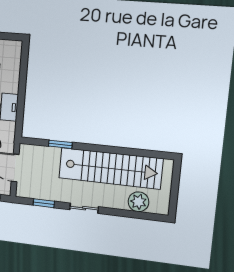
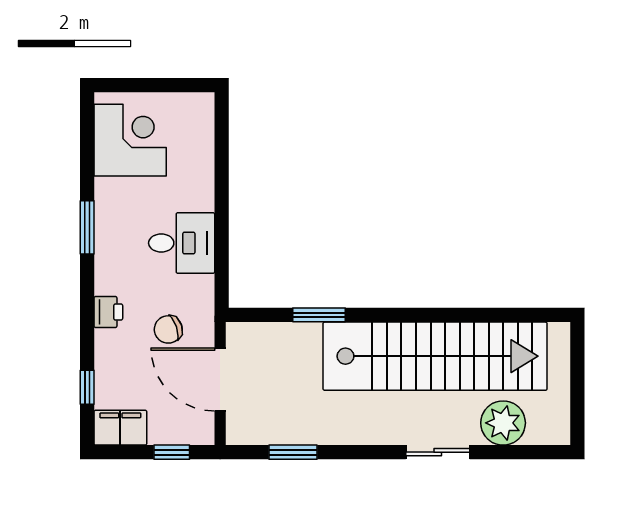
sliding door: (84, 208) -> (438, 452), moved

